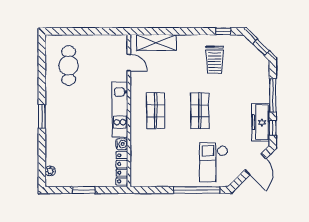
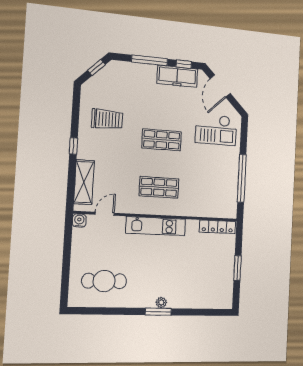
window: (223, 31) -> (73, 146), moved
water cooler: (122, 144) -> (79, 221), moved
door: (256, 164) -> (220, 86), swing flipped
plant: (50, 171) -> (161, 303), moved
window: (197, 190) -> (242, 178), moved

